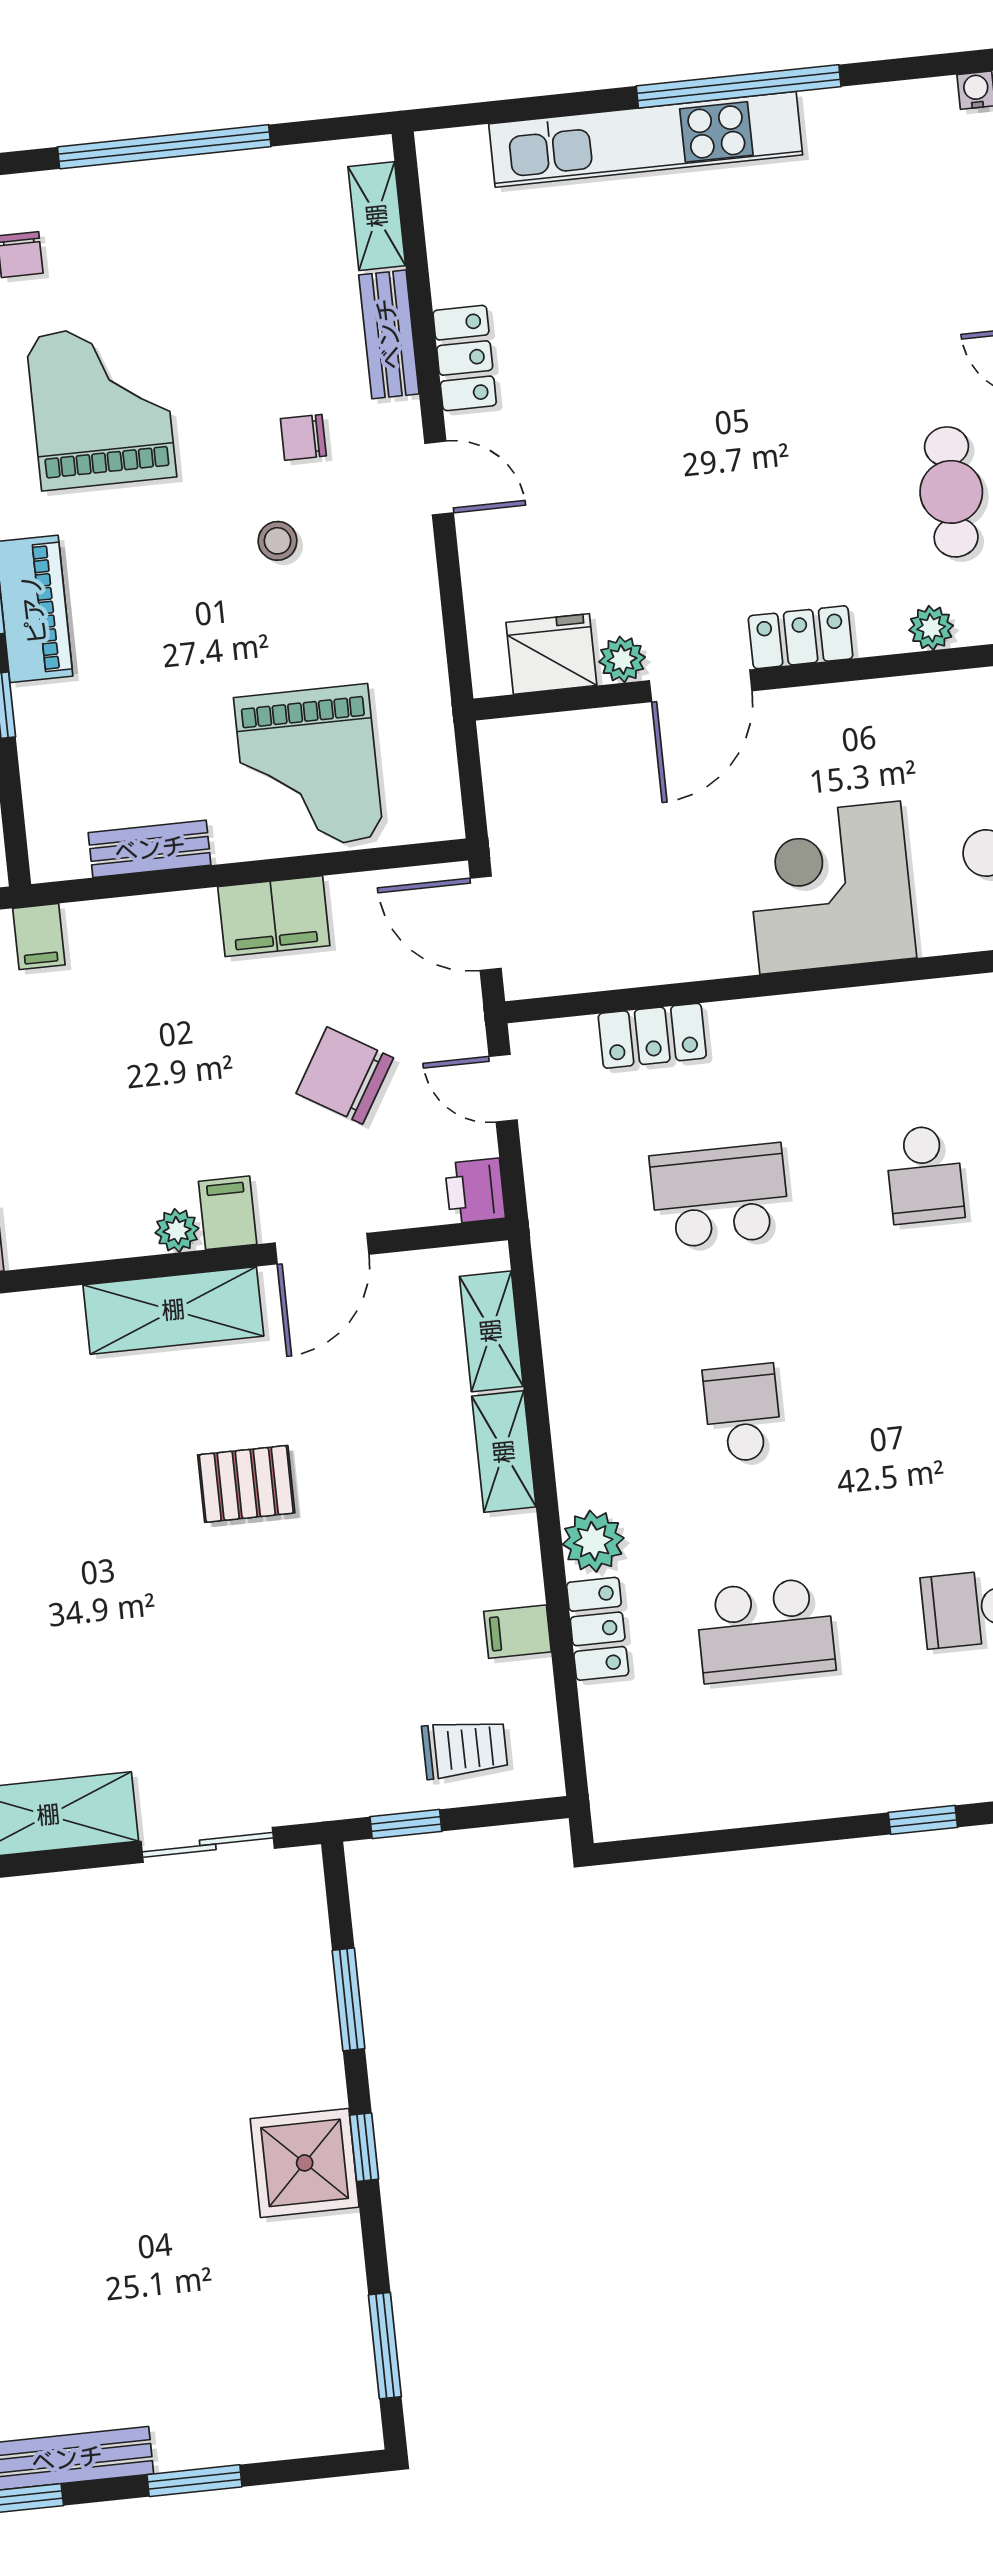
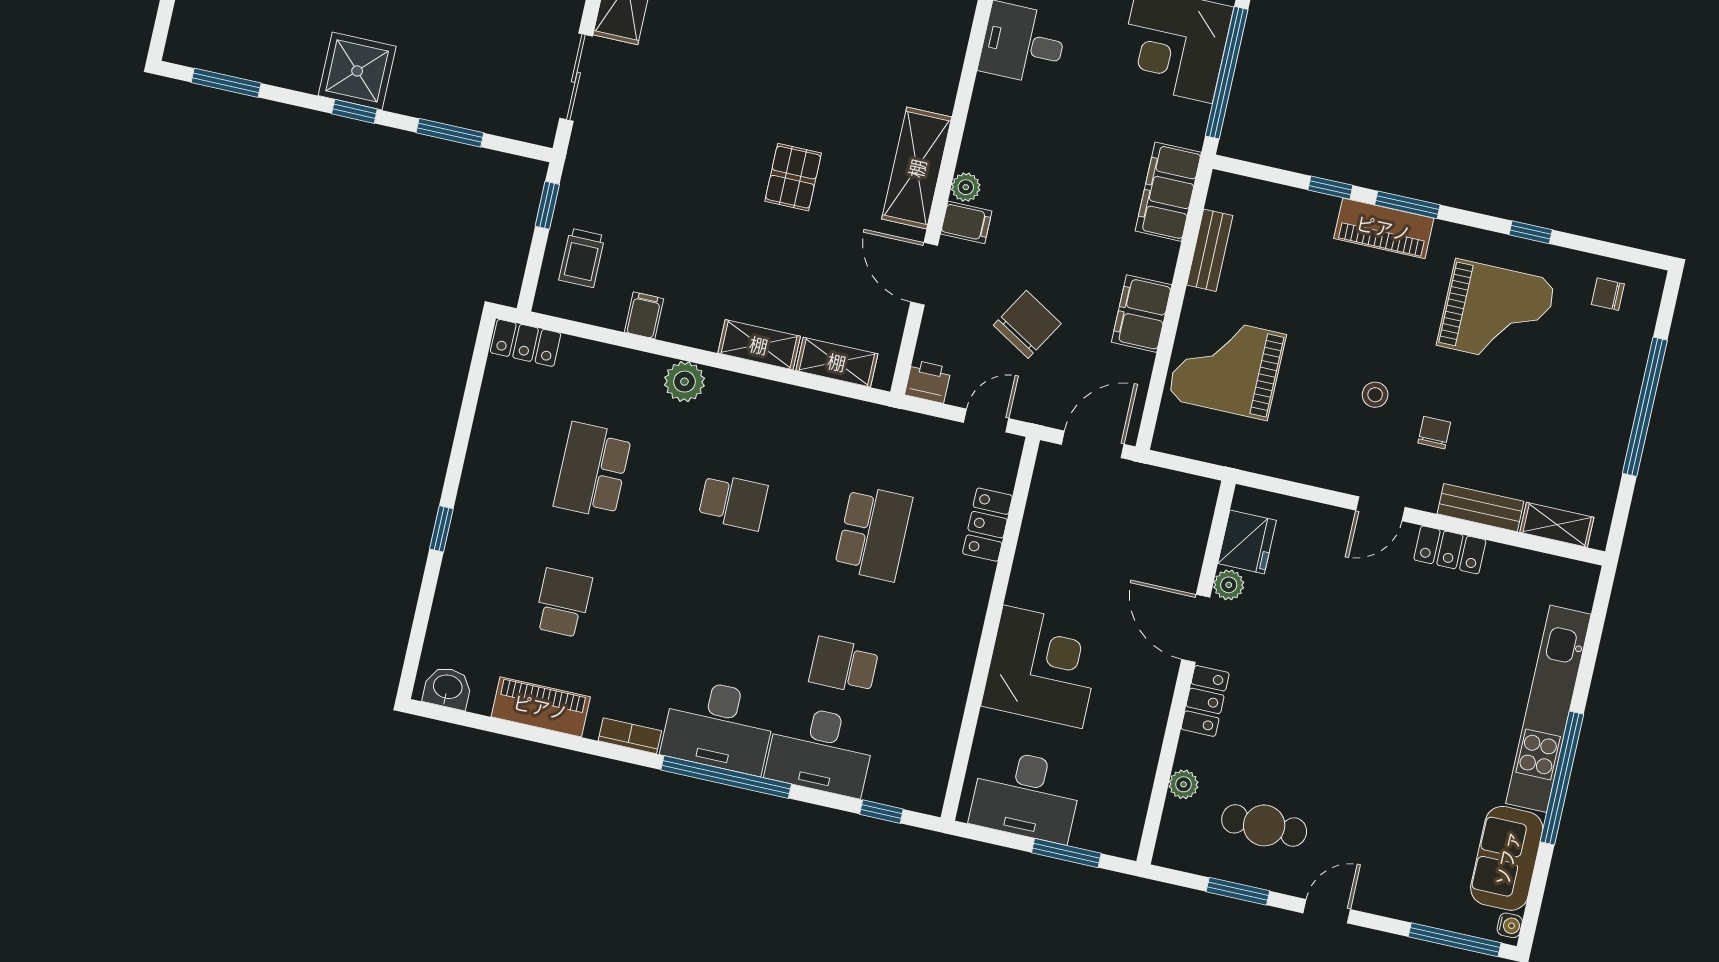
sofa: (881, 127) -> (1507, 858), added
filing cabinet: (39, 937) -> (1168, 192), width x3.00, depth x1.17
locker: (598, 1629) -> (526, 343), moved

